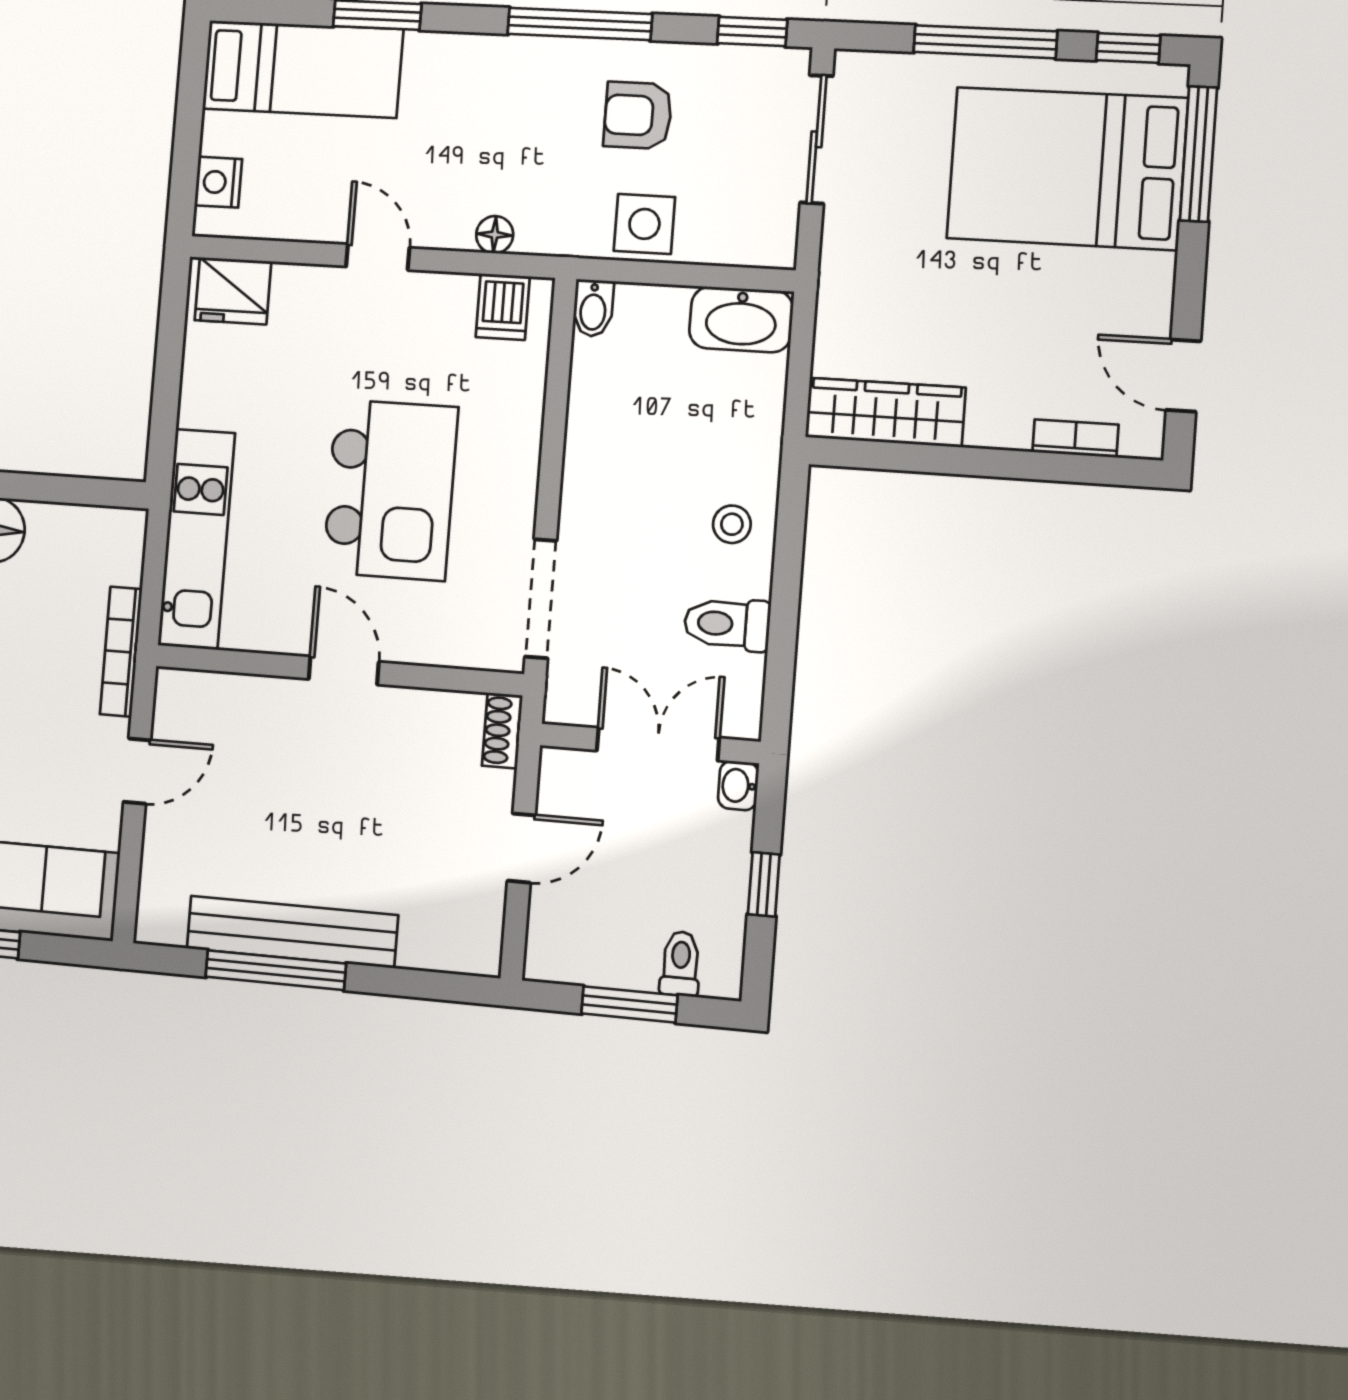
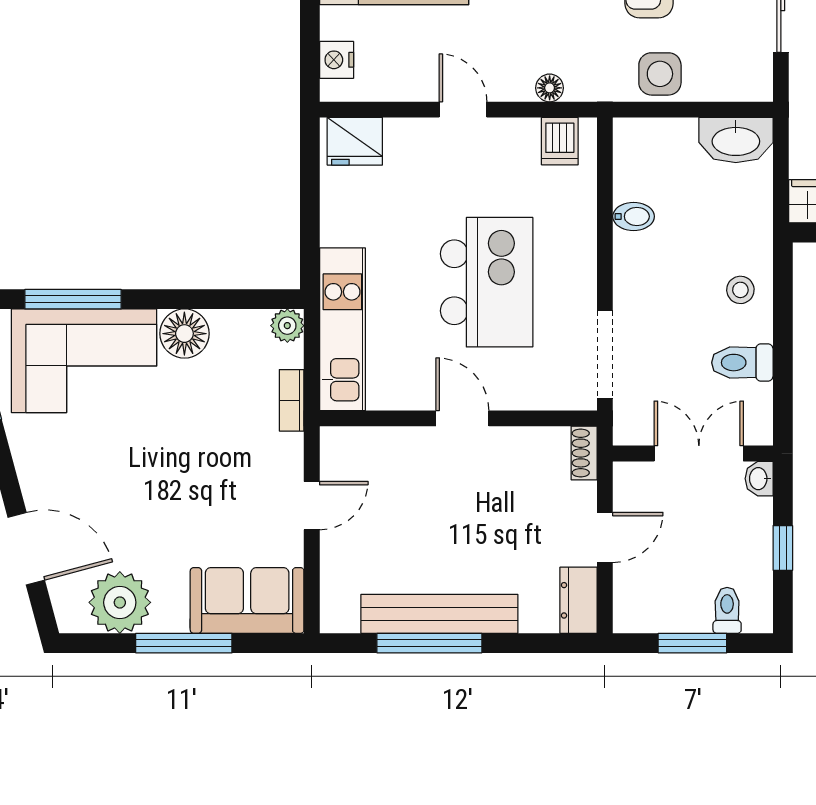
bidet: (593, 308) -> (634, 216), moved, turned -90
plant: (126, 529) -> (287, 326), added
bookcase: (121, 652) -> (292, 400), width x0.64
dresser: (479, 931) -> (579, 600), added

